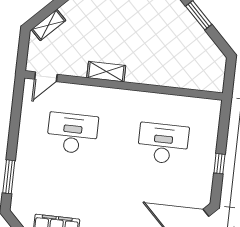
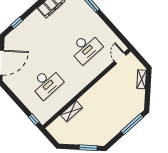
shelving: (106, 72) -> (71, 111), moved
window: (219, 164) -> (34, 119), moved

